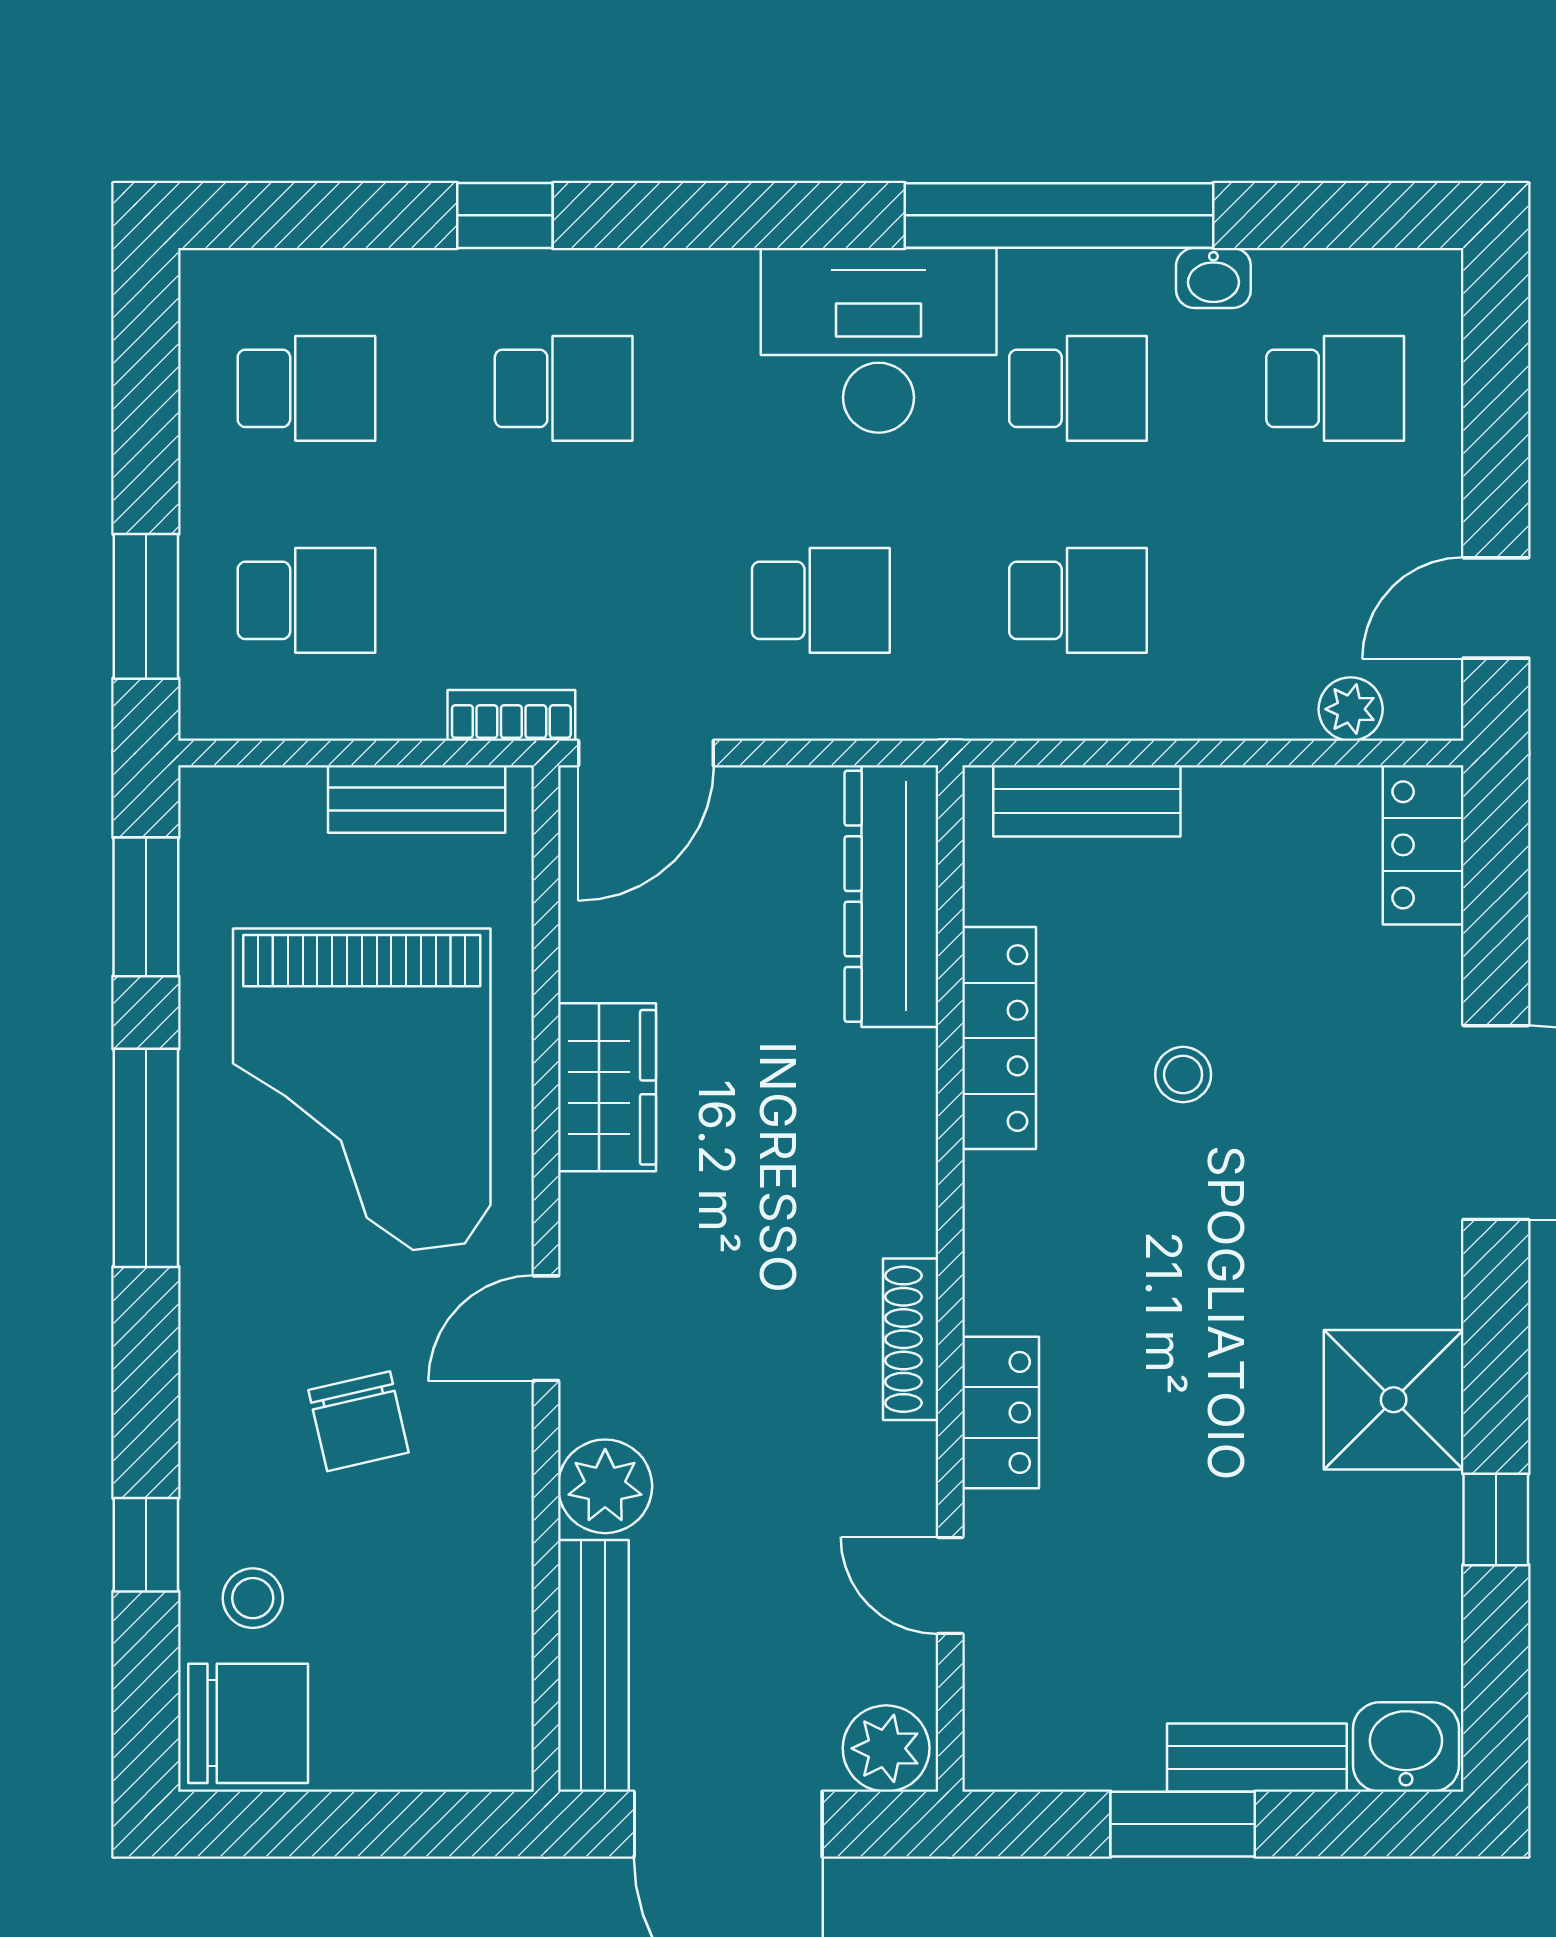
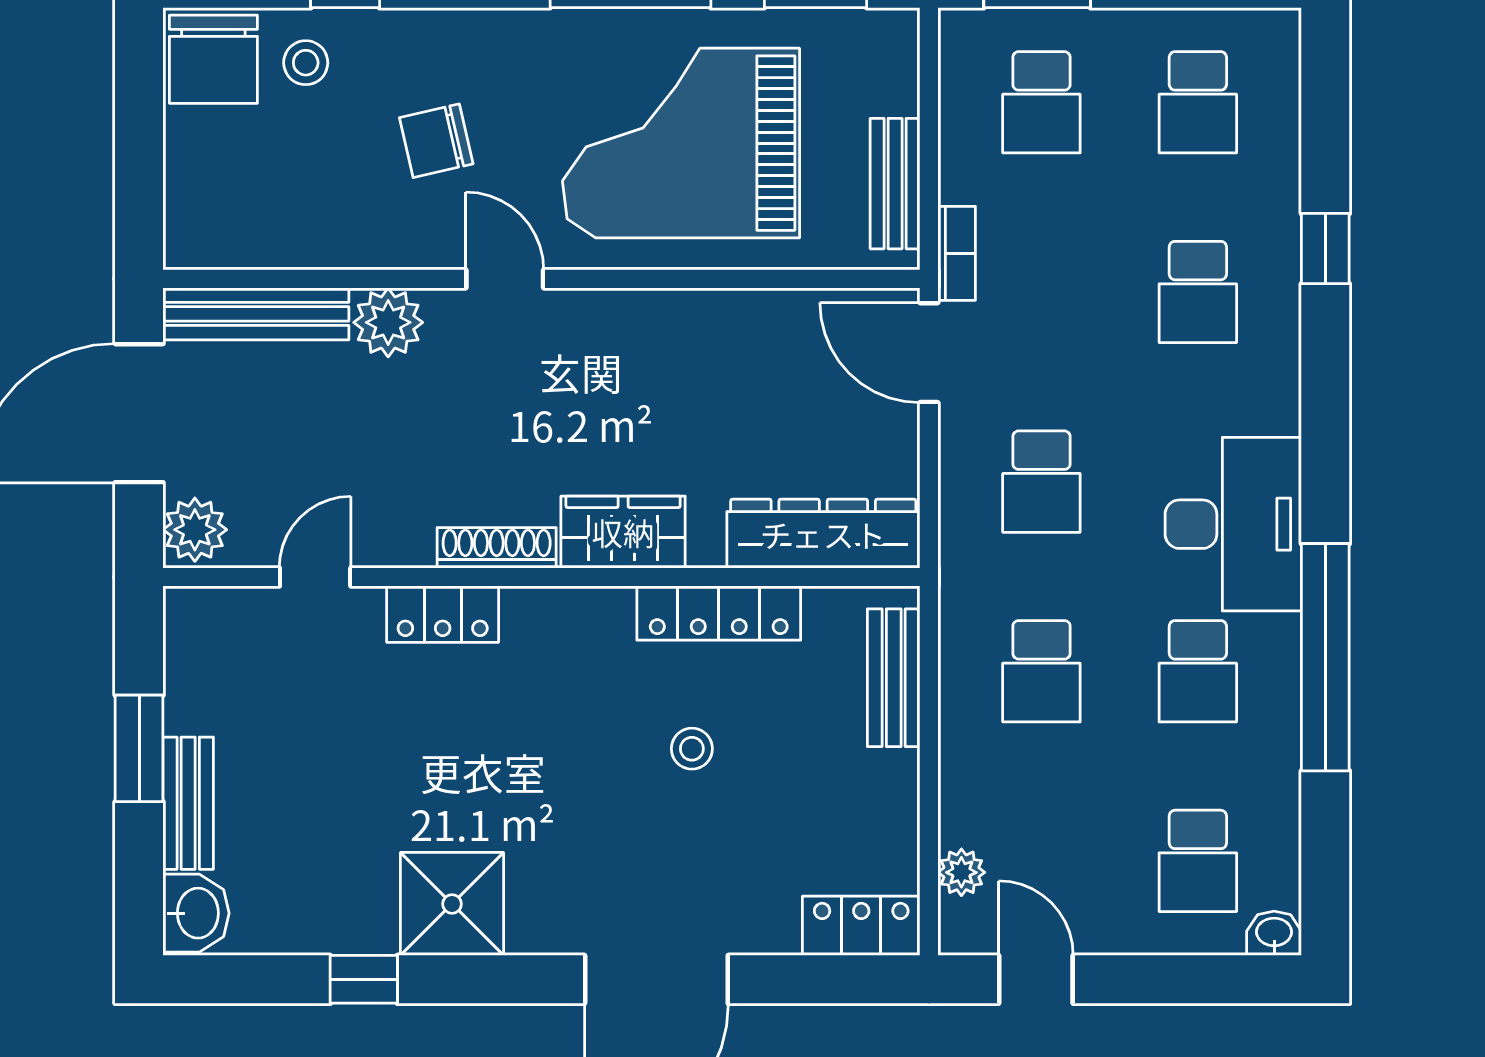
washbasin: (1213, 278) -> (1274, 933), moved, turned 90
wardrobe: (607, 1087) -> (623, 532), moved, turned 180

